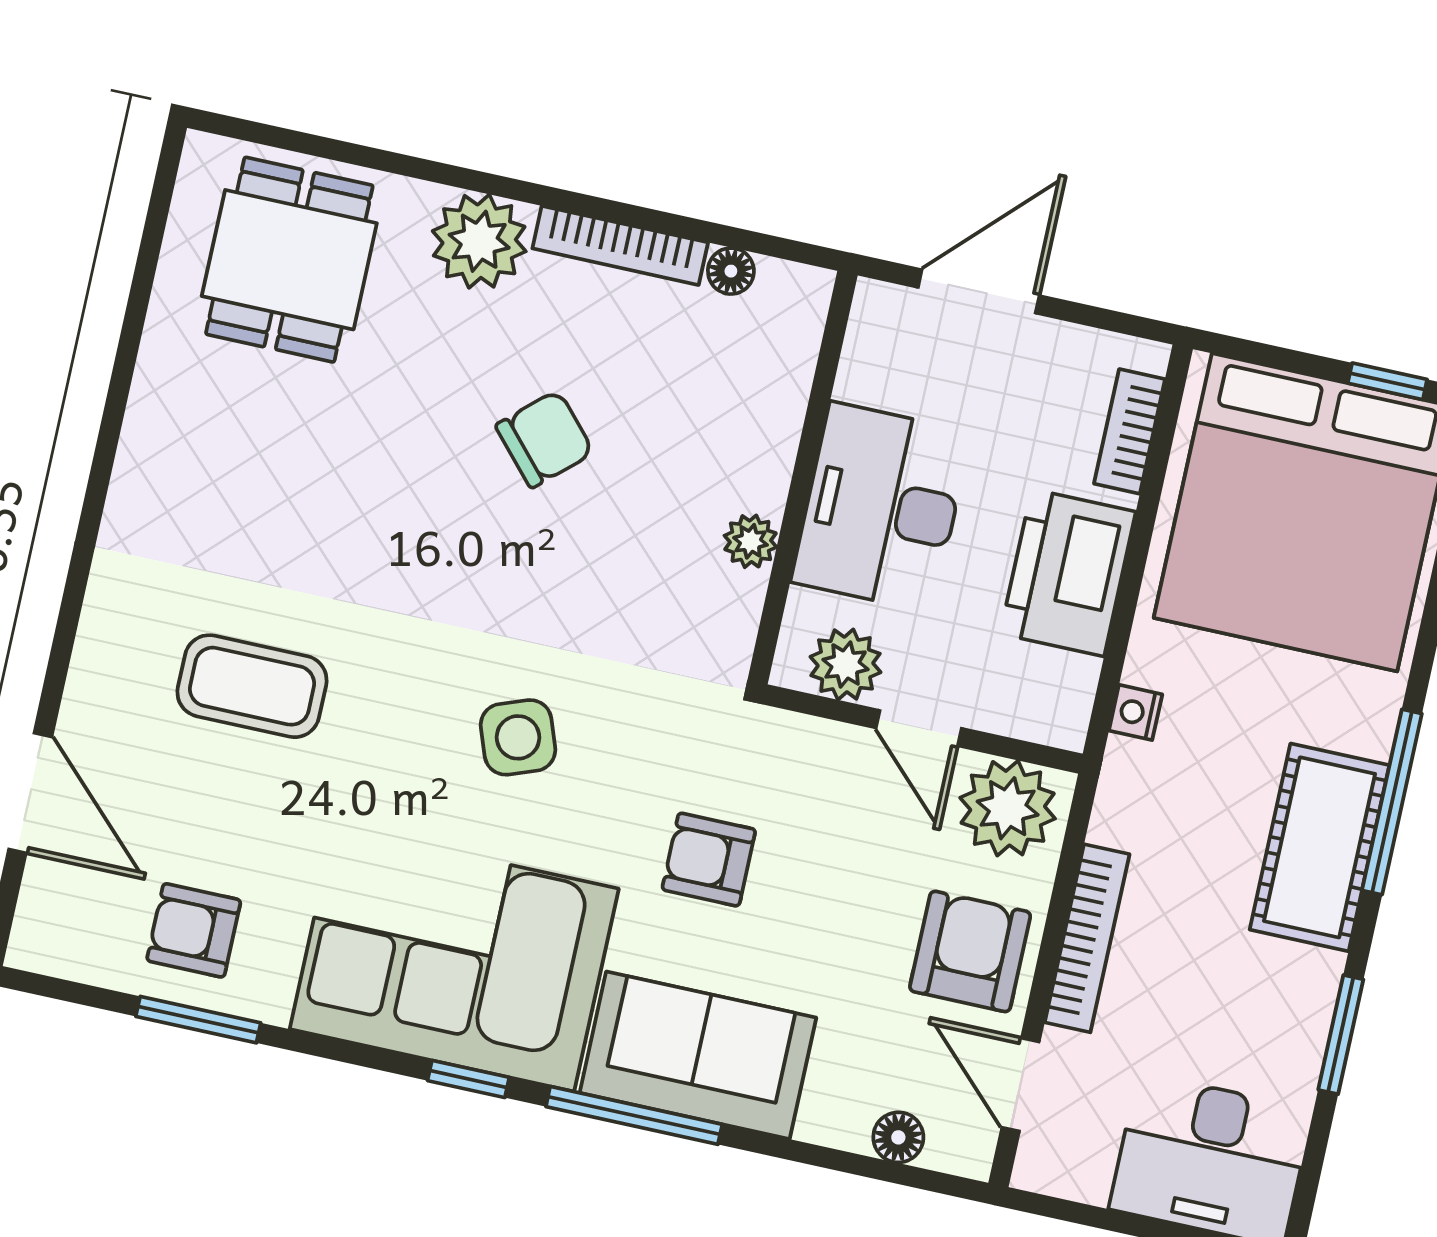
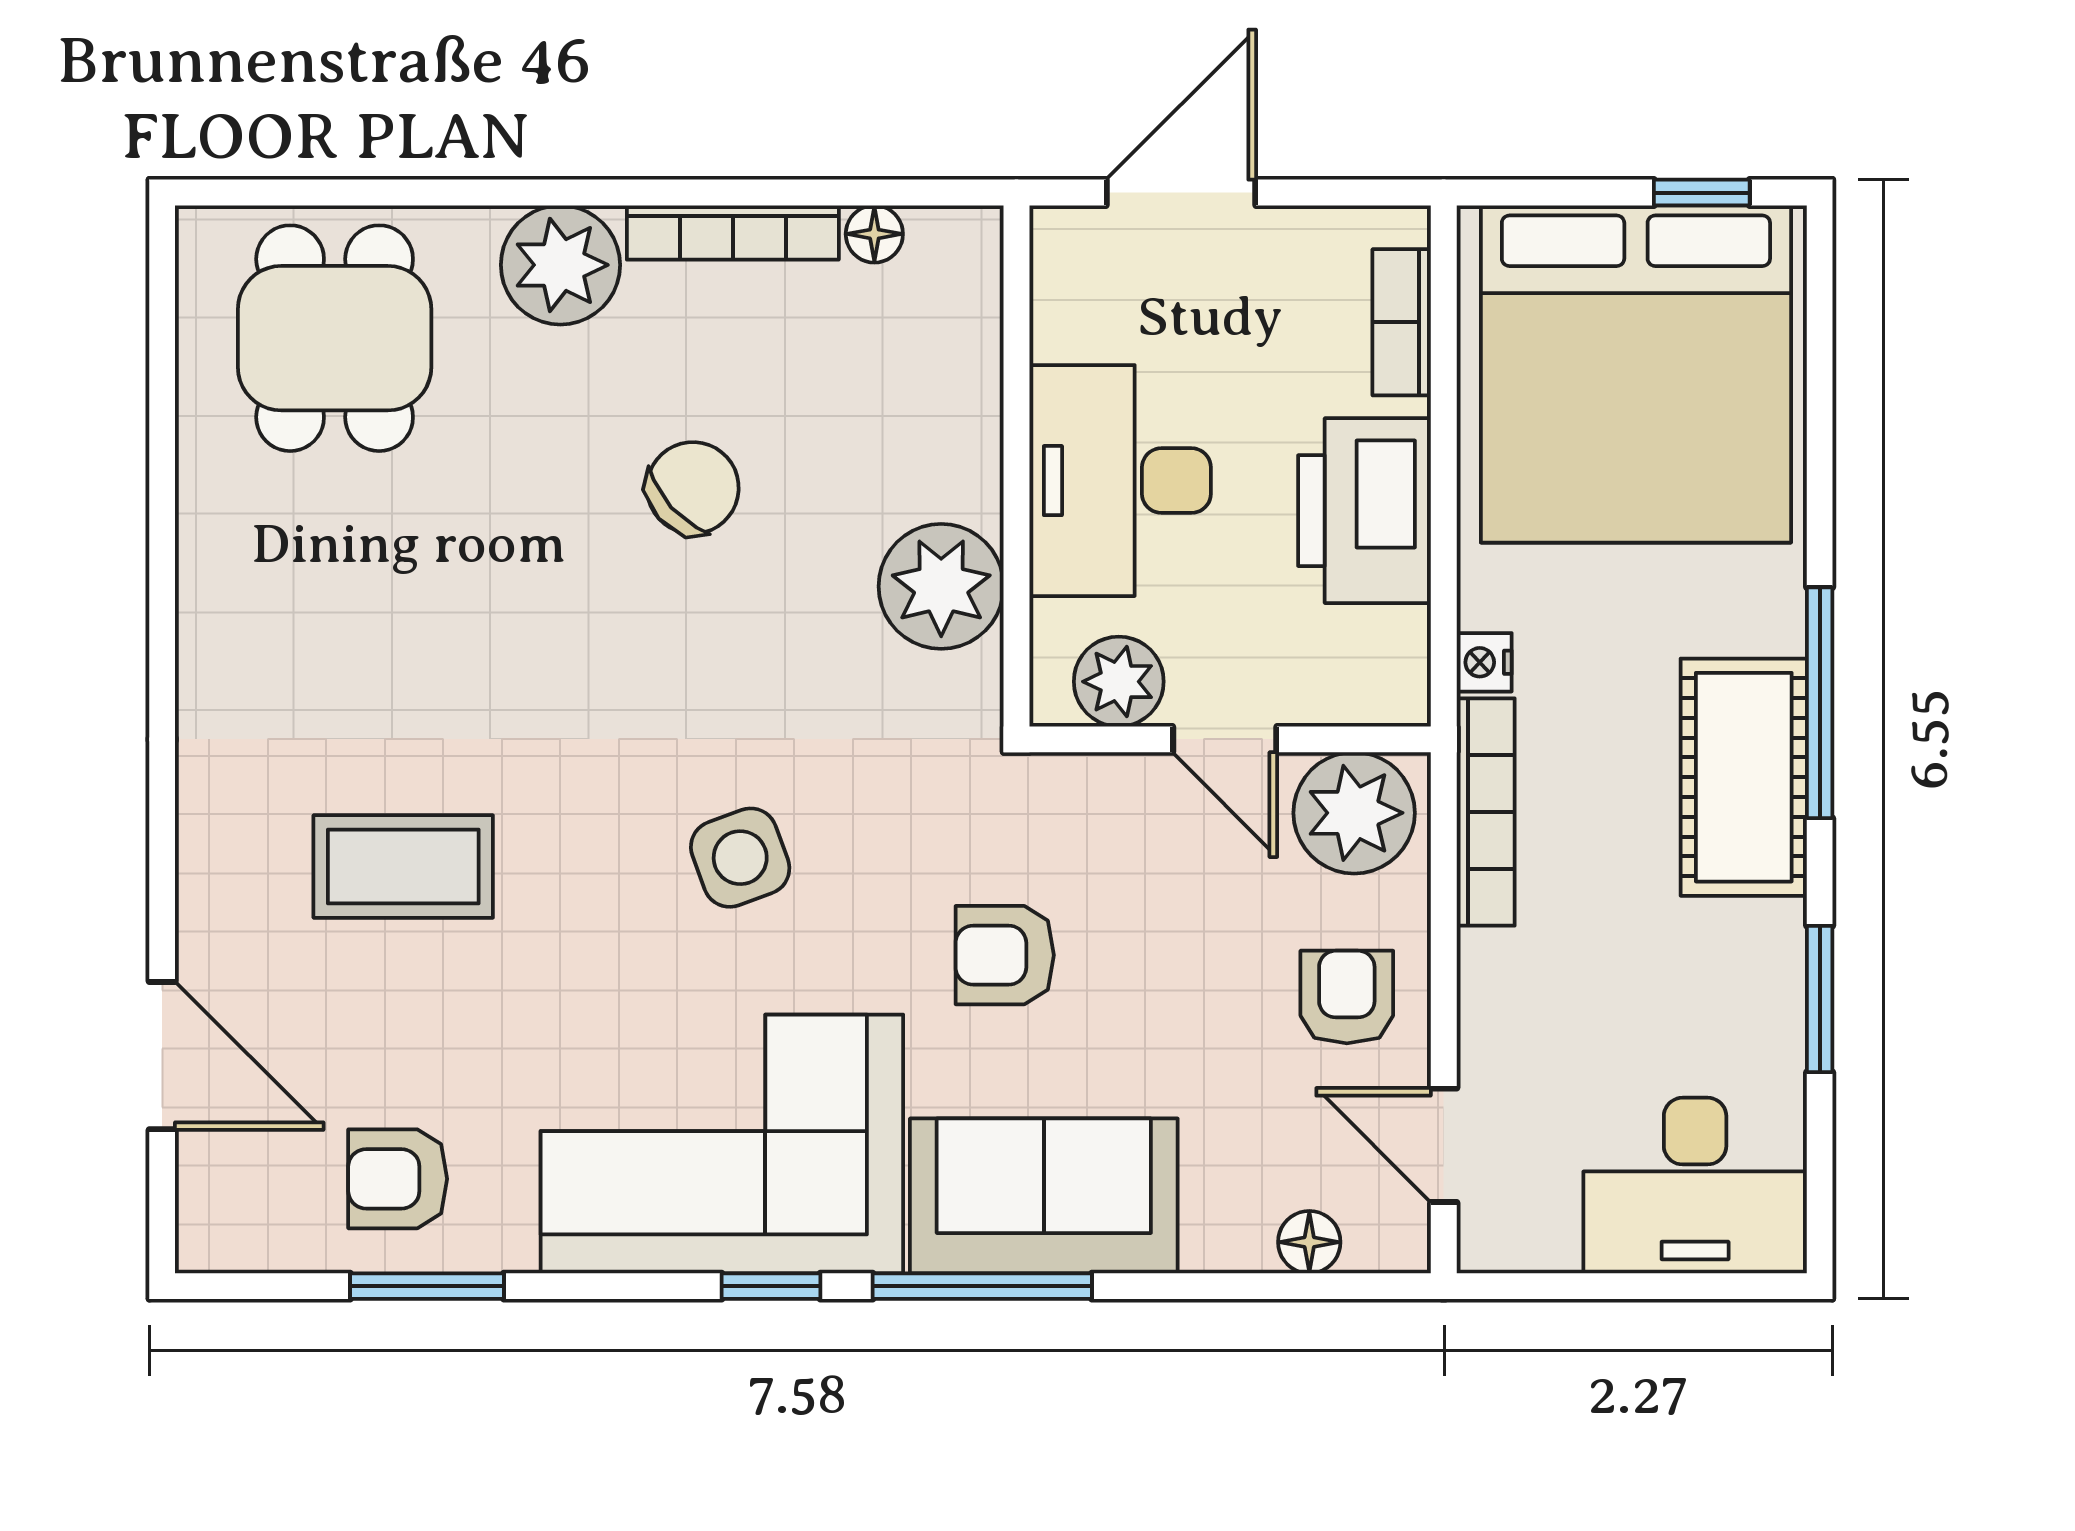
plant: (750, 541) -> (941, 586), width x1.88, depth x1.88
bookcase: (1087, 938) -> (1486, 812), moved
armchair: (970, 951) -> (1347, 997), width x0.72, depth x0.72

